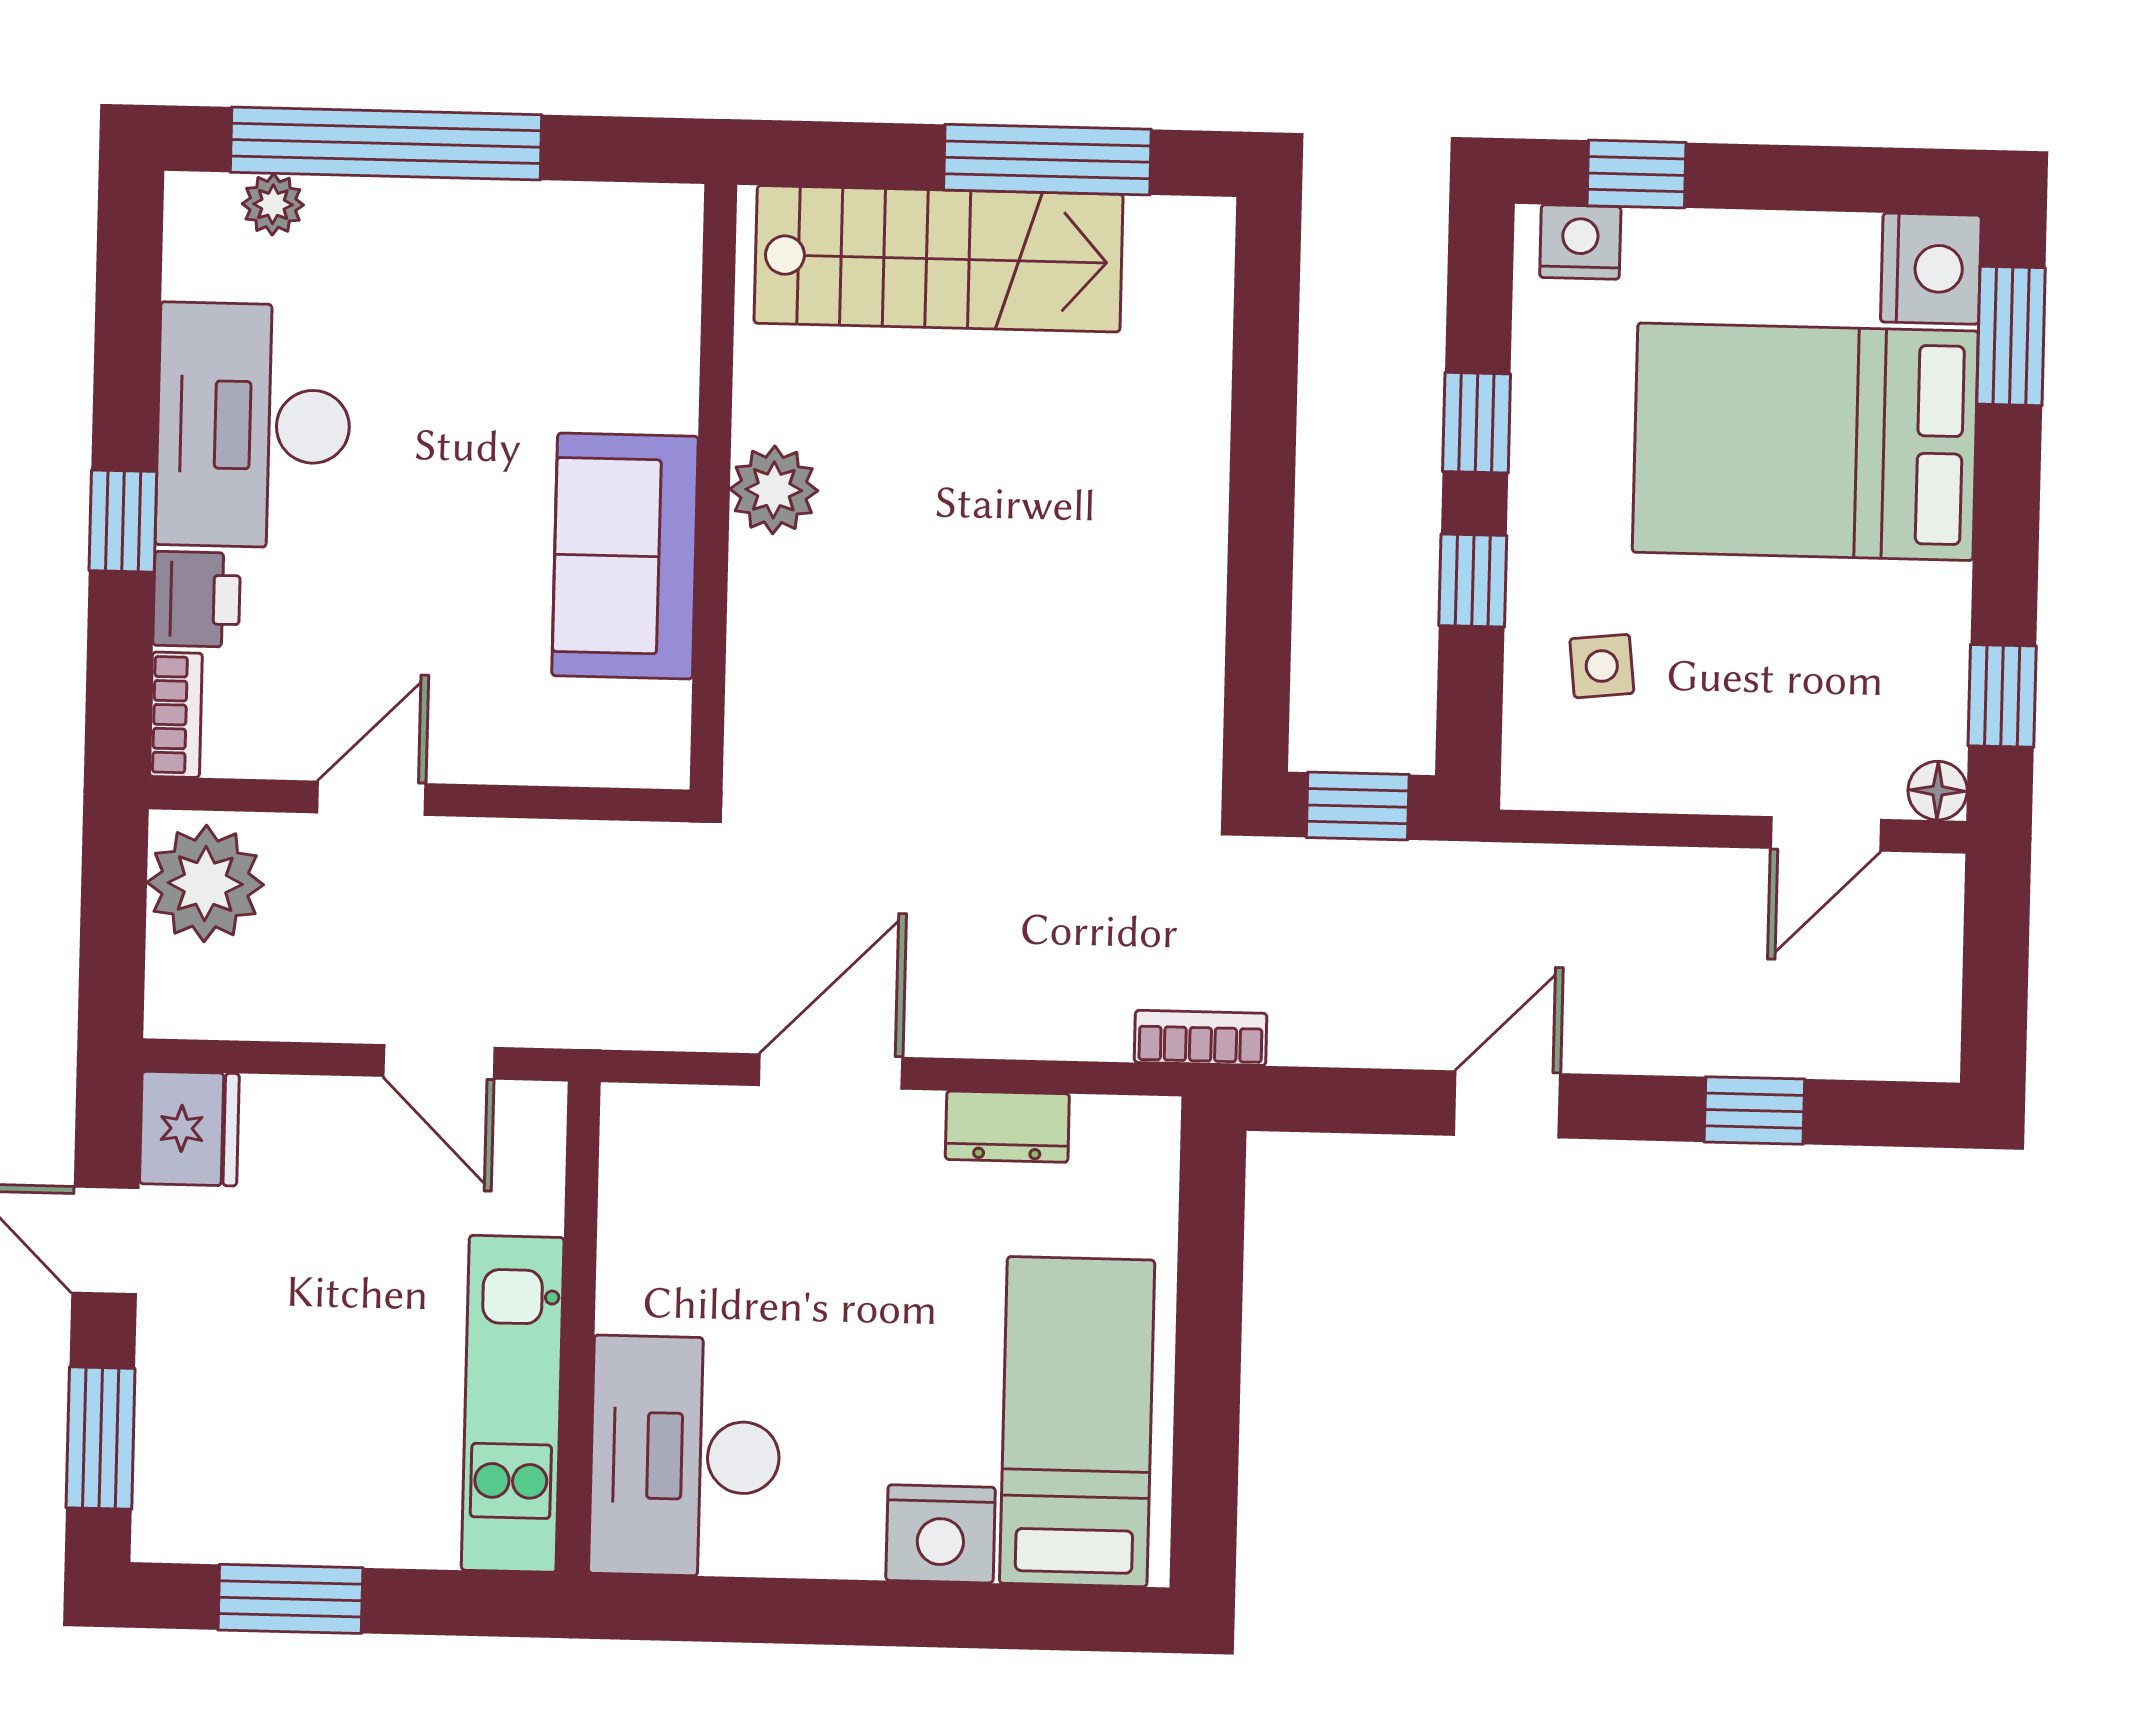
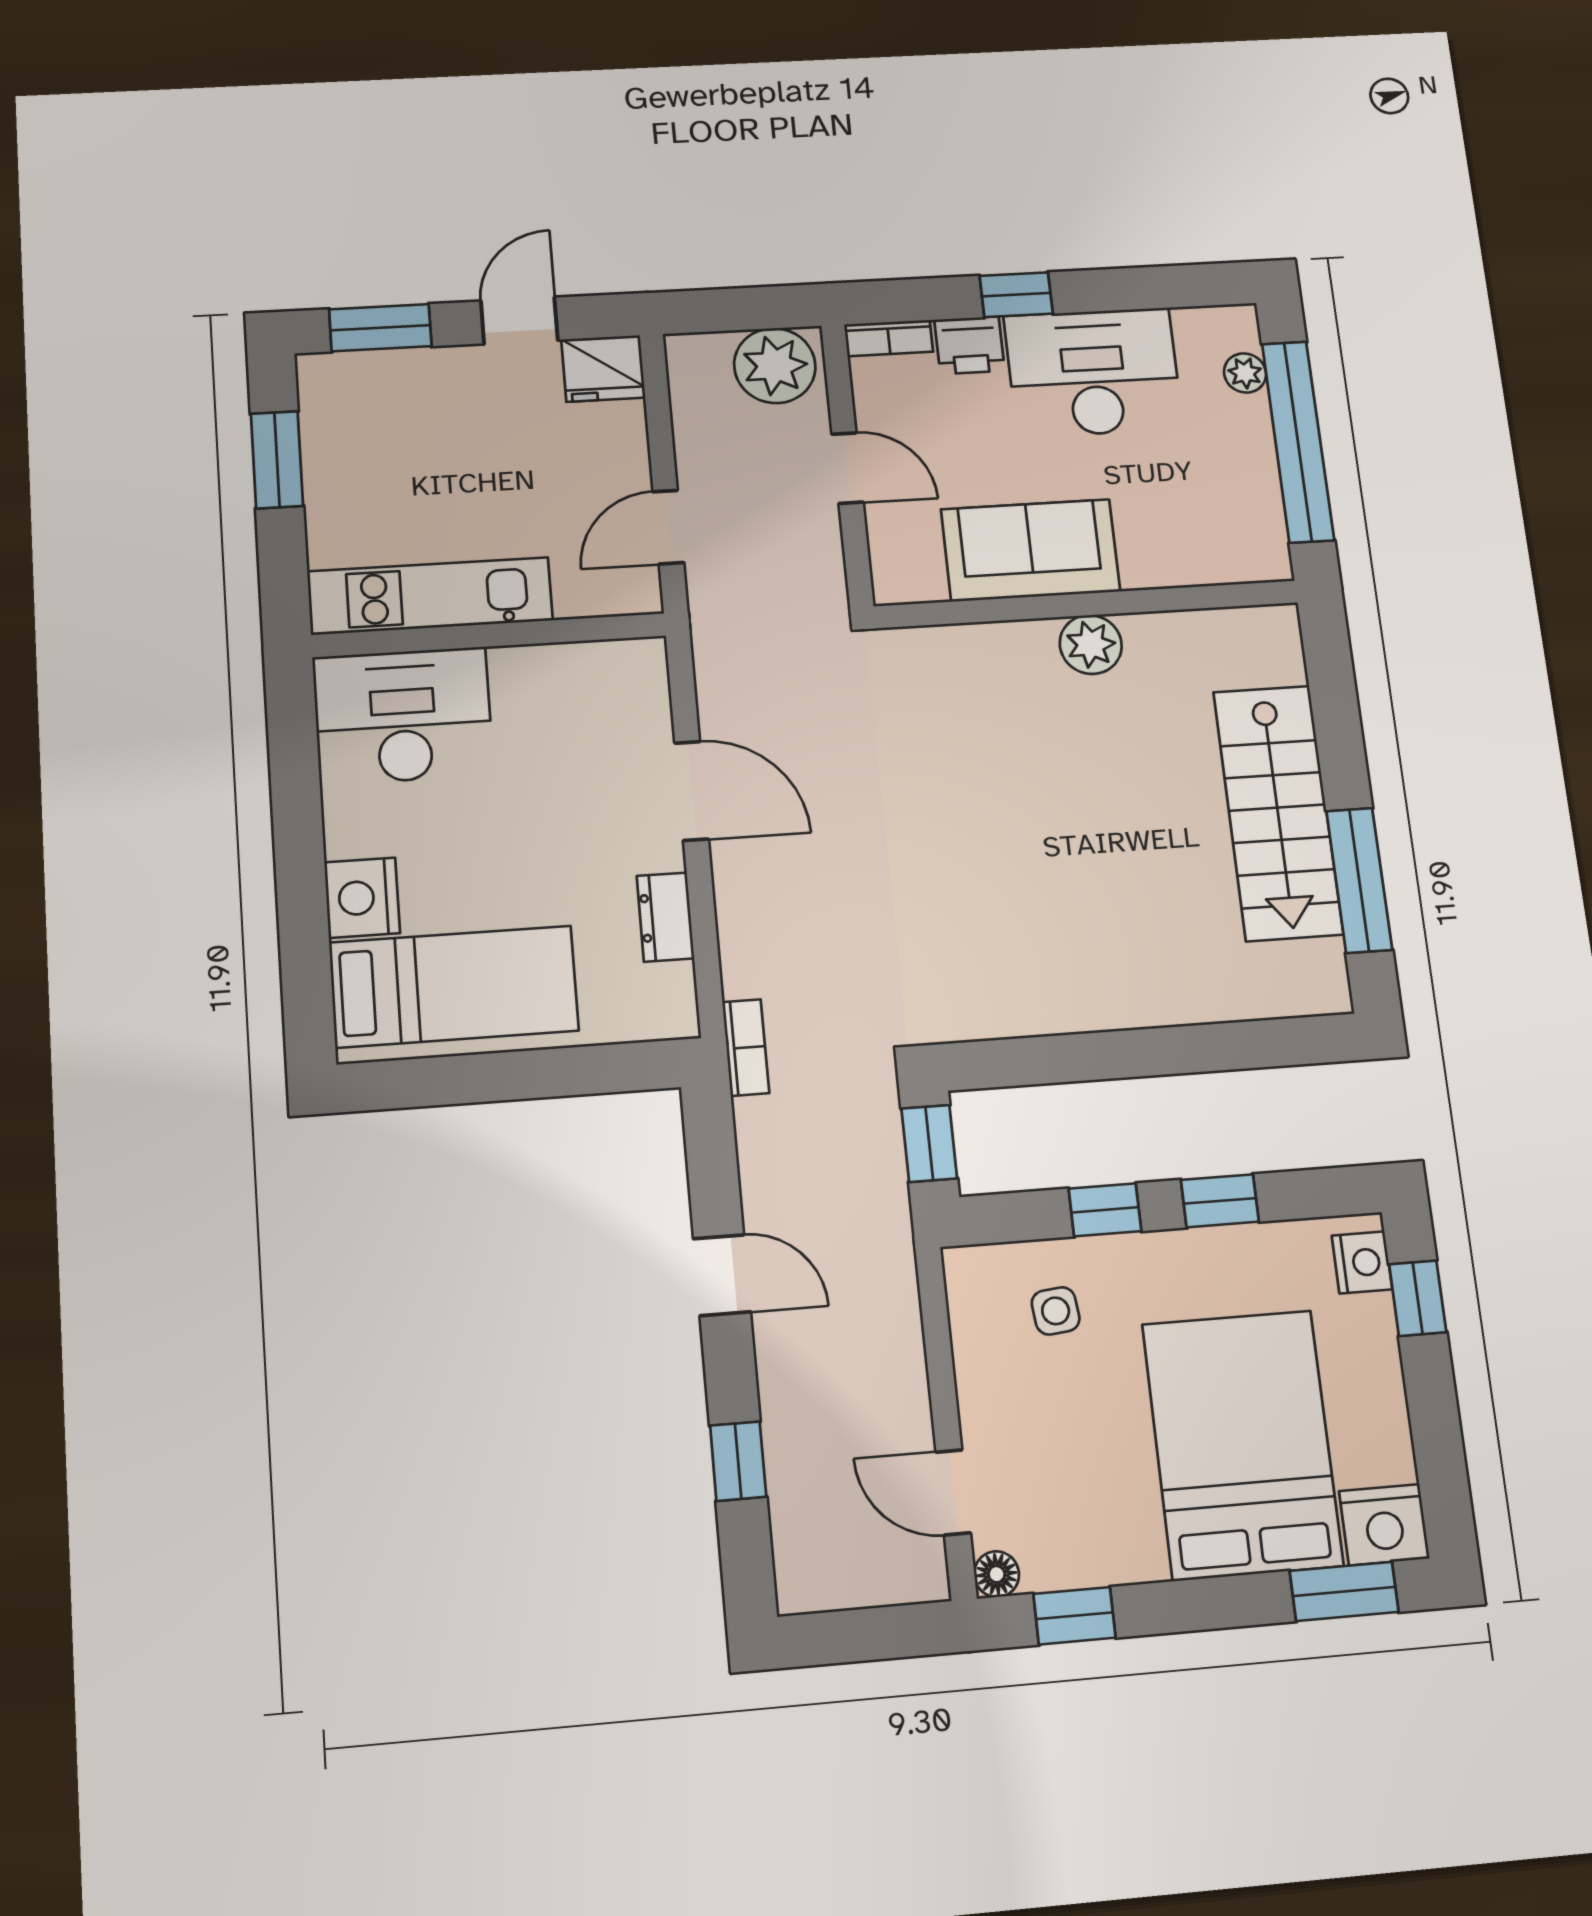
wall: (713, 487) -> (1087, 604), moved
plant: (774, 490) -> (1091, 644), moved
sofa: (625, 556) -> (1031, 550), moved

